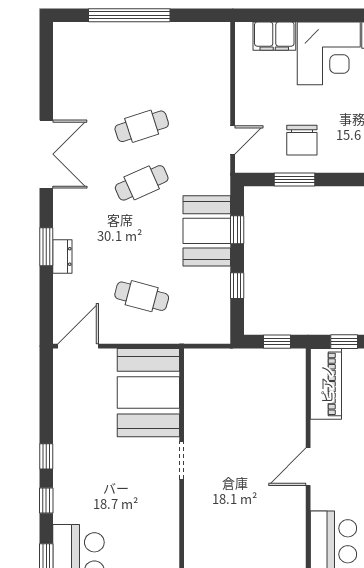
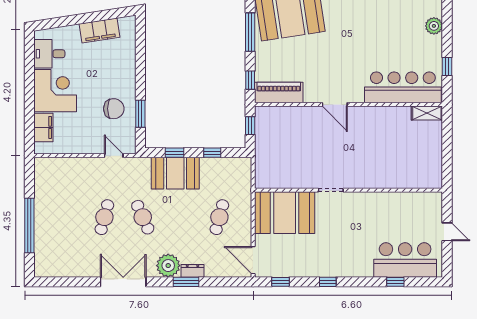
cafe table: (142, 126) -> (104, 217), turned 33
plant: (70, 221) -> (168, 266), added
window: (46, 500) -> (281, 282), moved

